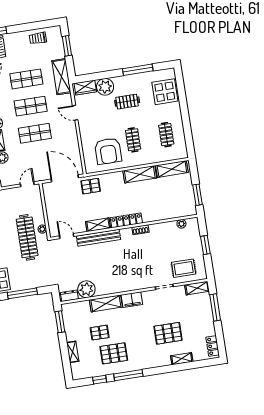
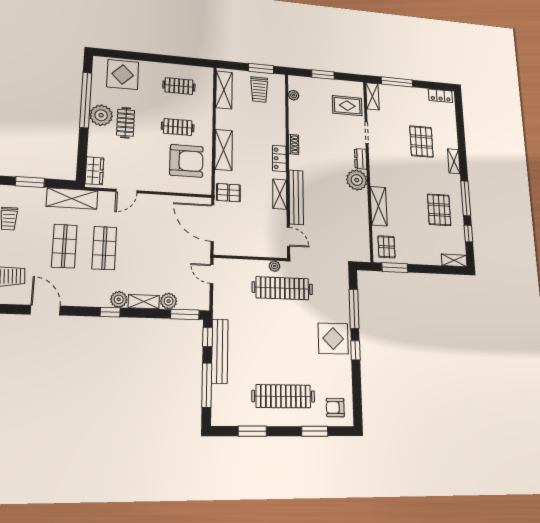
window: (138, 70) -> (86, 100), width x1.46
plant: (105, 87) -> (101, 115), moved
shop shelf: (35, 133) -> (144, 250), removed
shelving: (140, 174) -> (224, 150), moved
door: (65, 178) -> (212, 223), hinge flipped
pallet: (91, 186) -> (228, 193), turned 90
trolley: (179, 196) -> (259, 90), added
locker: (126, 220) -> (279, 158), width x0.66
door: (67, 236) -> (288, 237), swing flipped
rug: (184, 268) -> (347, 106), turned 90
plant: (86, 289) -> (357, 180), moved
dresser: (69, 296) -> (361, 159), moved
filing cabinet: (132, 300) -> (377, 174), removed
pallet: (100, 333) -> (386, 247), moved
shelving: (73, 352) -> (454, 260), moved
shelving: (182, 359) -> (454, 161), moved

